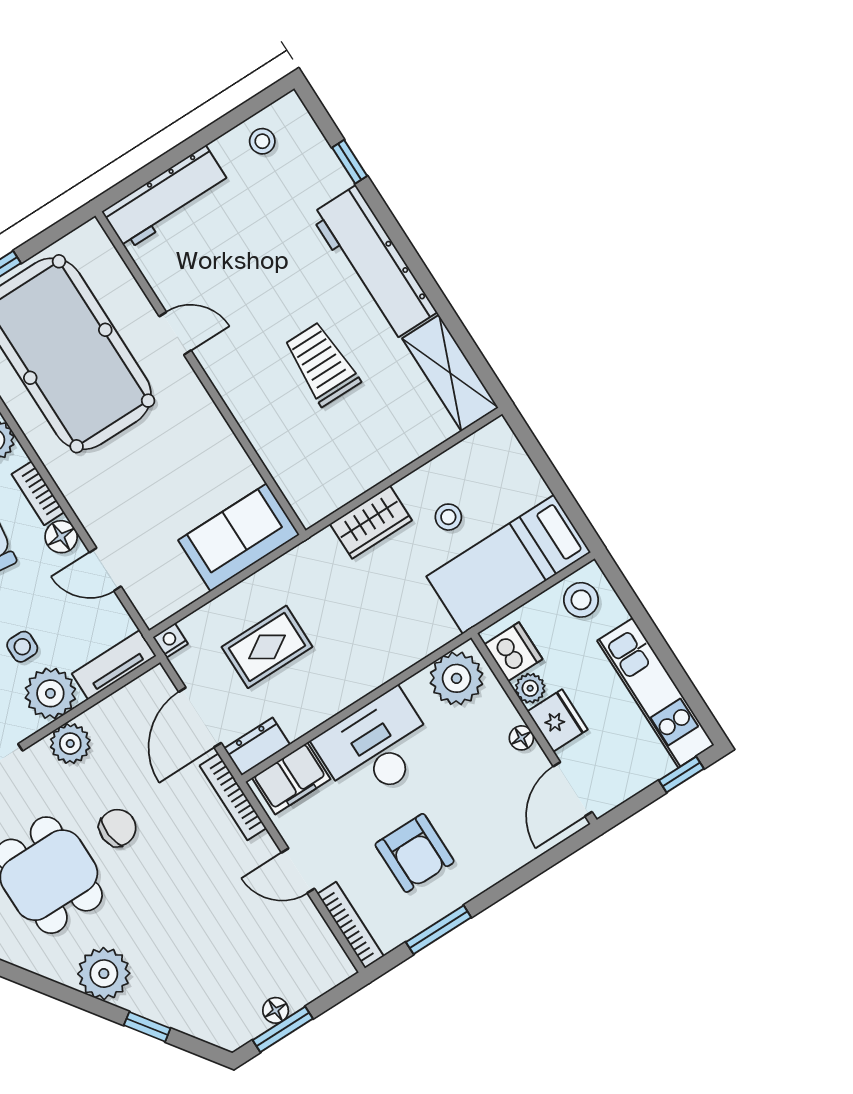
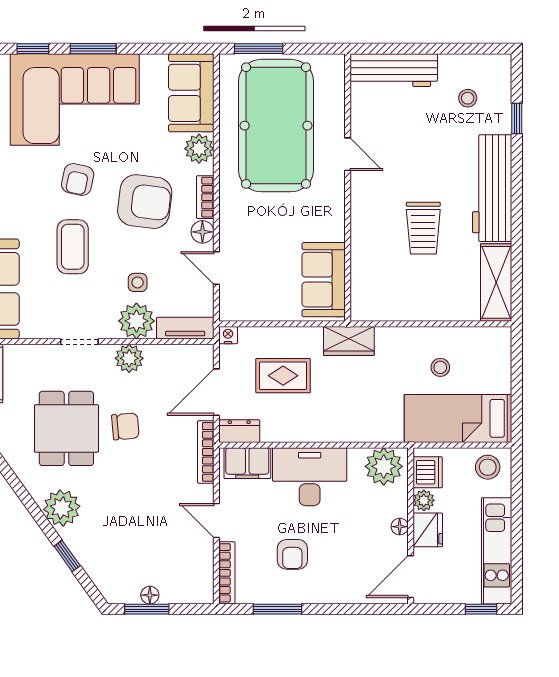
stool: (262, 141) -> (468, 98), moved
trolley: (322, 364) -> (423, 228), turned 180
wardrobe: (371, 522) -> (349, 341), moved
sofa: (239, 537) -> (324, 280), moved, turned -90
armchair: (415, 853) -> (292, 554), width x0.72, depth x0.72

